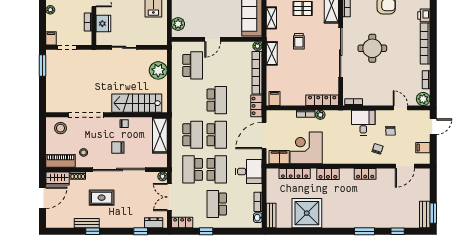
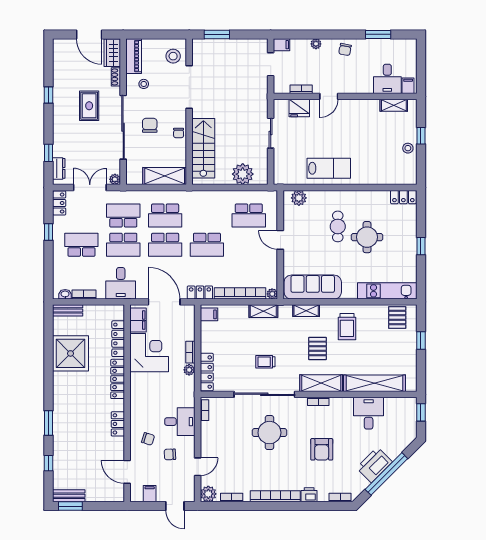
trolley: (299, 41) -> (265, 362), moved
window: (43, 66) -> (217, 34), moved
locker: (328, 174) -> (118, 379), width x1.53
bench: (87, 223) -> (58, 88), removed

